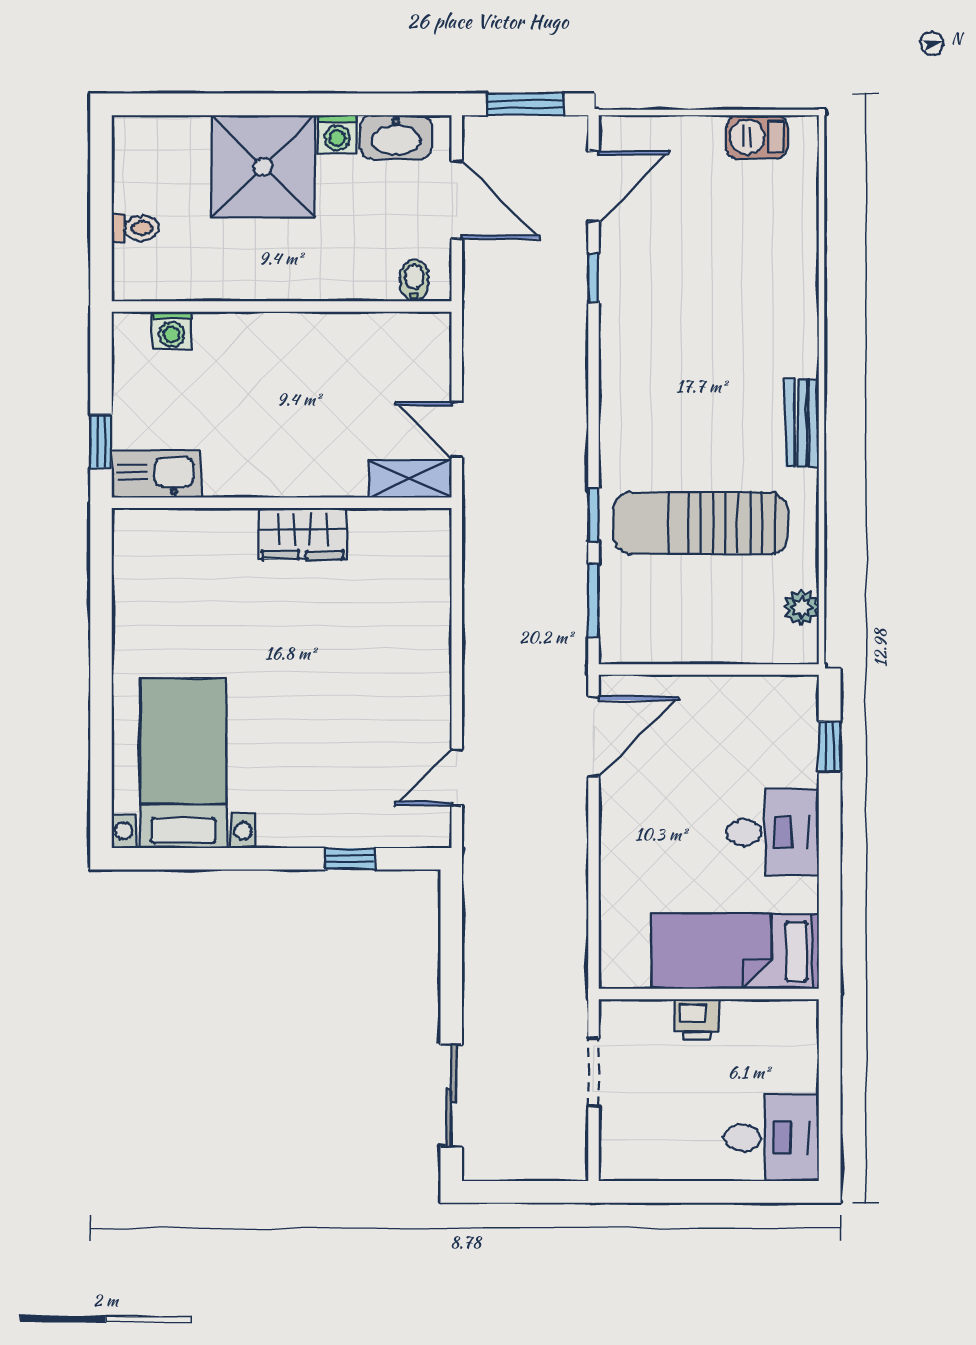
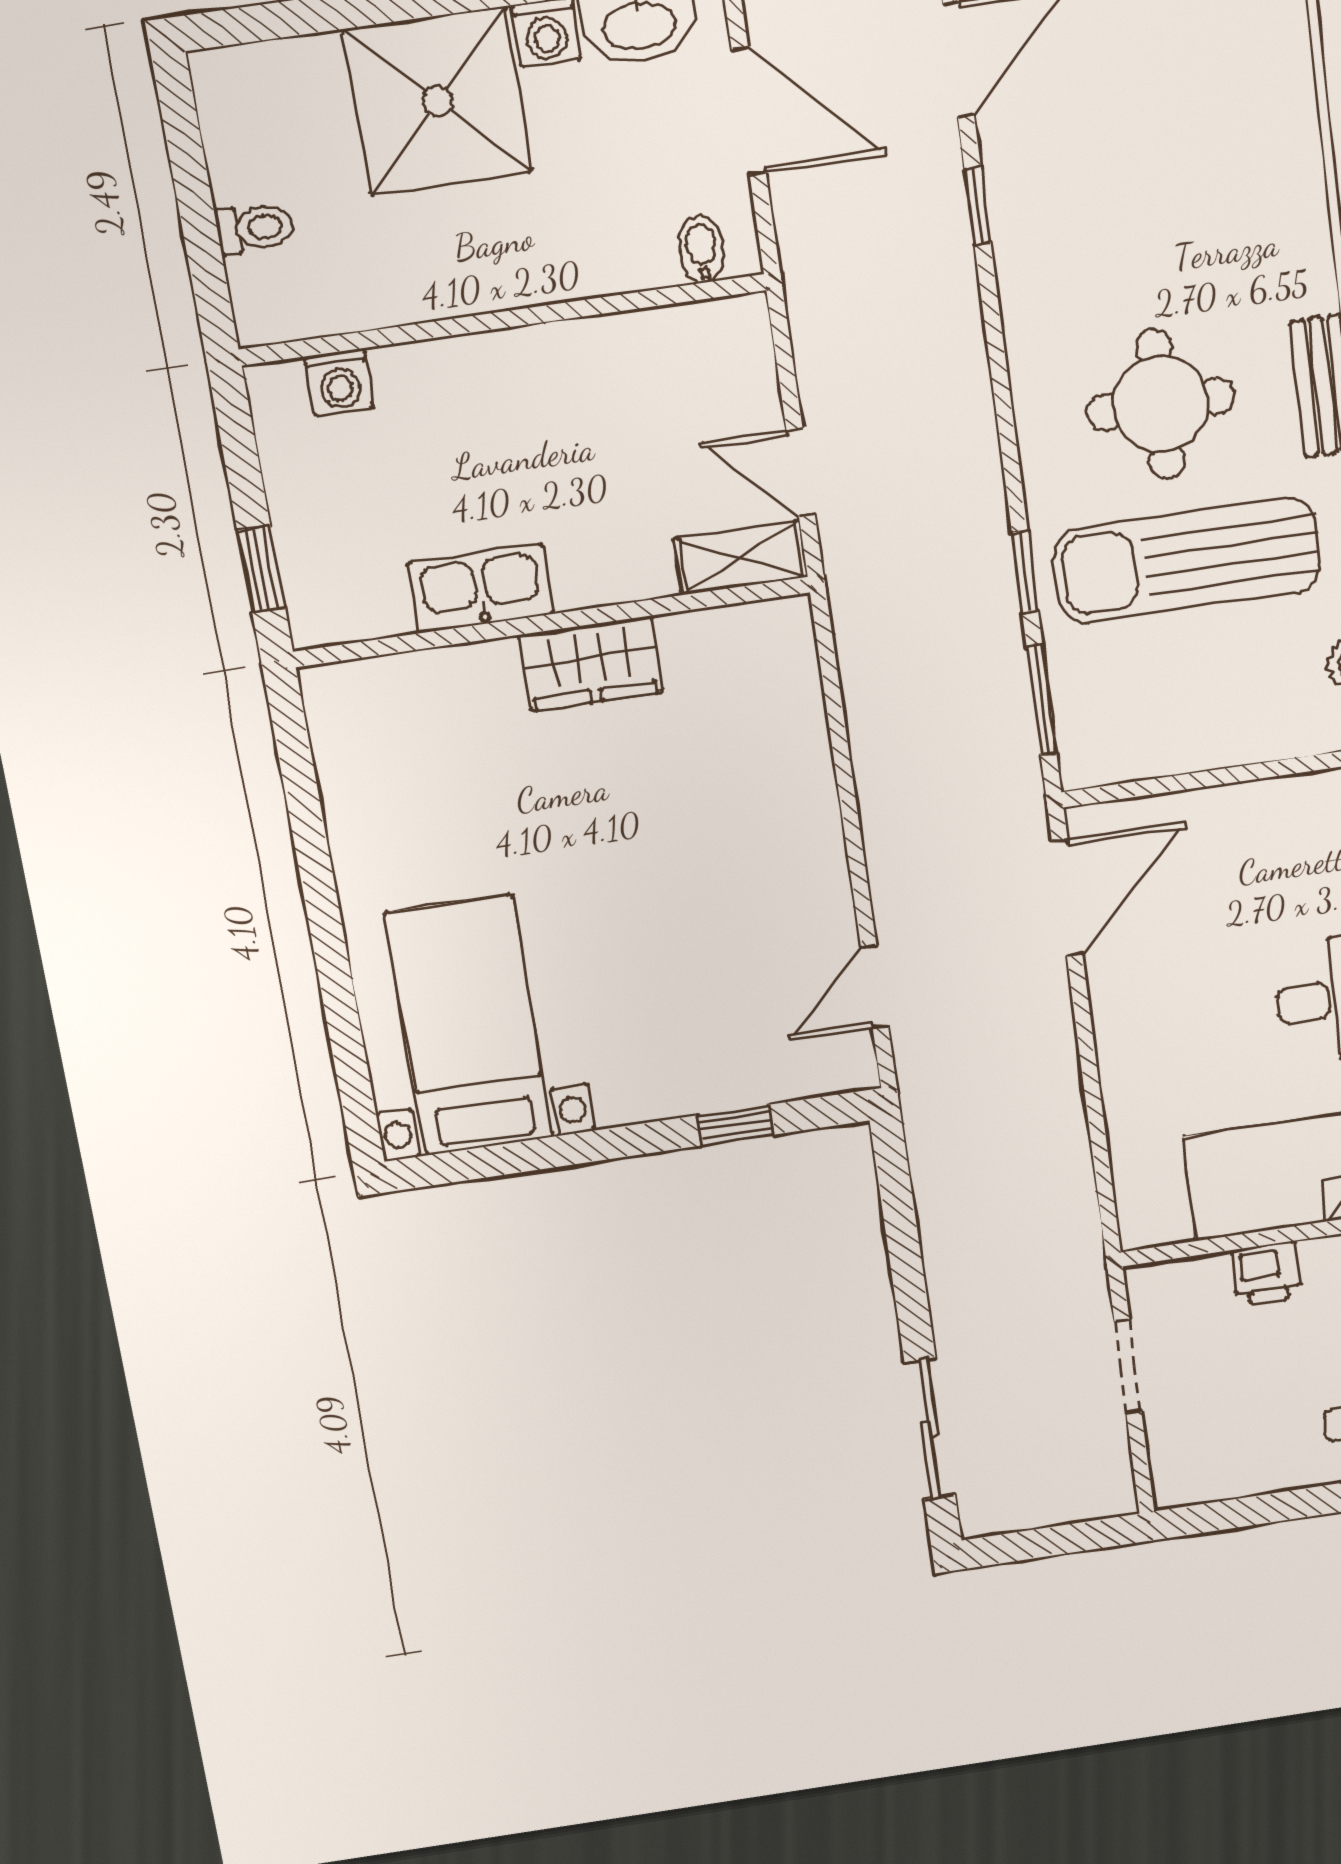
round table: (695, 420) -> (1161, 404), added
kitchen sink: (156, 474) -> (480, 588), moved

